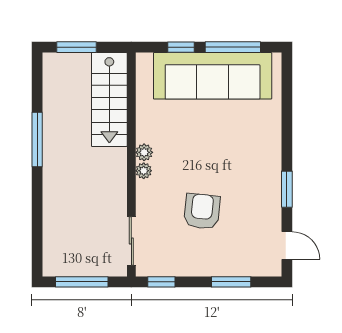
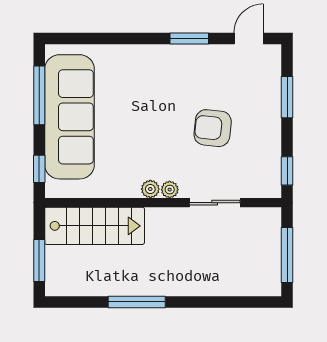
window: (181, 47) -> (39, 169), moved
sliding door: (131, 241) -> (215, 203), moved

